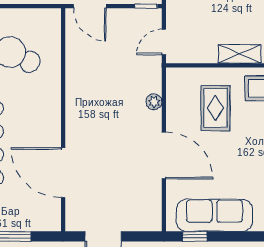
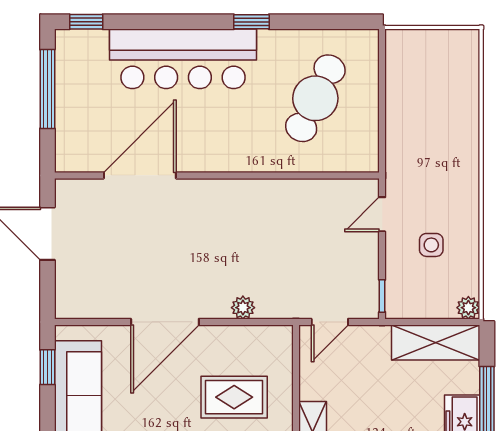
door: (90, 6) -> (382, 214), width x0.73
door: (164, 42) -> (330, 322), swing flipped

